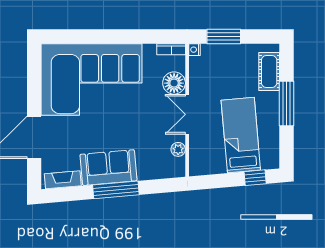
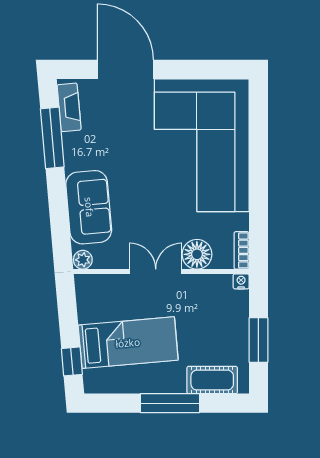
window: (224, 37) -> (258, 340), moved
plant: (178, 149) -> (83, 260), moved
sofa: (108, 168) -> (89, 207), moved
window: (116, 190) -> (52, 138), moved

